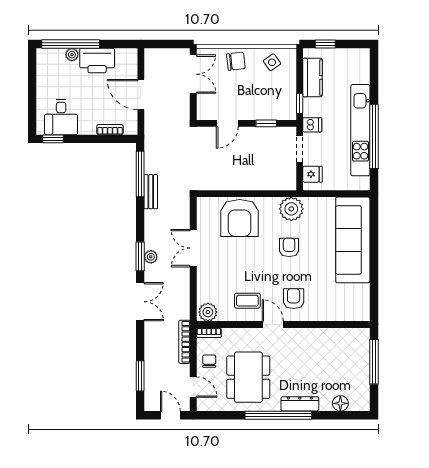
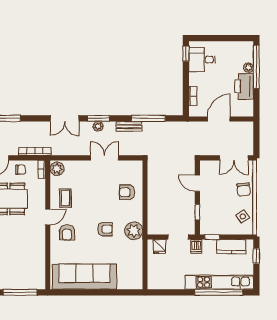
kitchen unit: (360, 130) -> (219, 282), moved
window: (374, 136) -> (219, 292), moved
window: (140, 174) -> (148, 118), moved
bench: (151, 192) -> (129, 126), moved
armchair: (240, 218) -> (127, 192), width x0.53, depth x0.53
sofa: (353, 240) -> (85, 277), moved
armchair: (294, 299) -> (67, 232), turned 90

